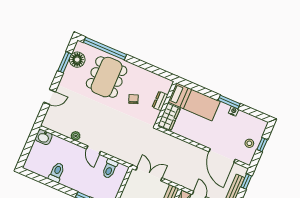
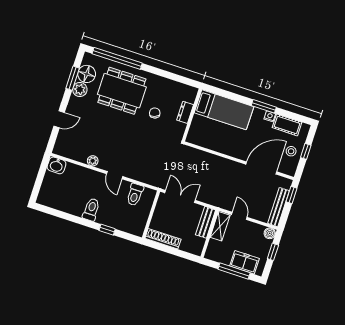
plant: (70, 73) -> (80, 90), added
dining table: (107, 77) -> (122, 91), turned 90
wardrobe: (169, 117) -> (197, 129), removed
cot: (248, 120) -> (287, 125), added
door: (222, 155) -> (261, 168), swing flipped
toilet: (57, 172) -> (91, 210), moved

